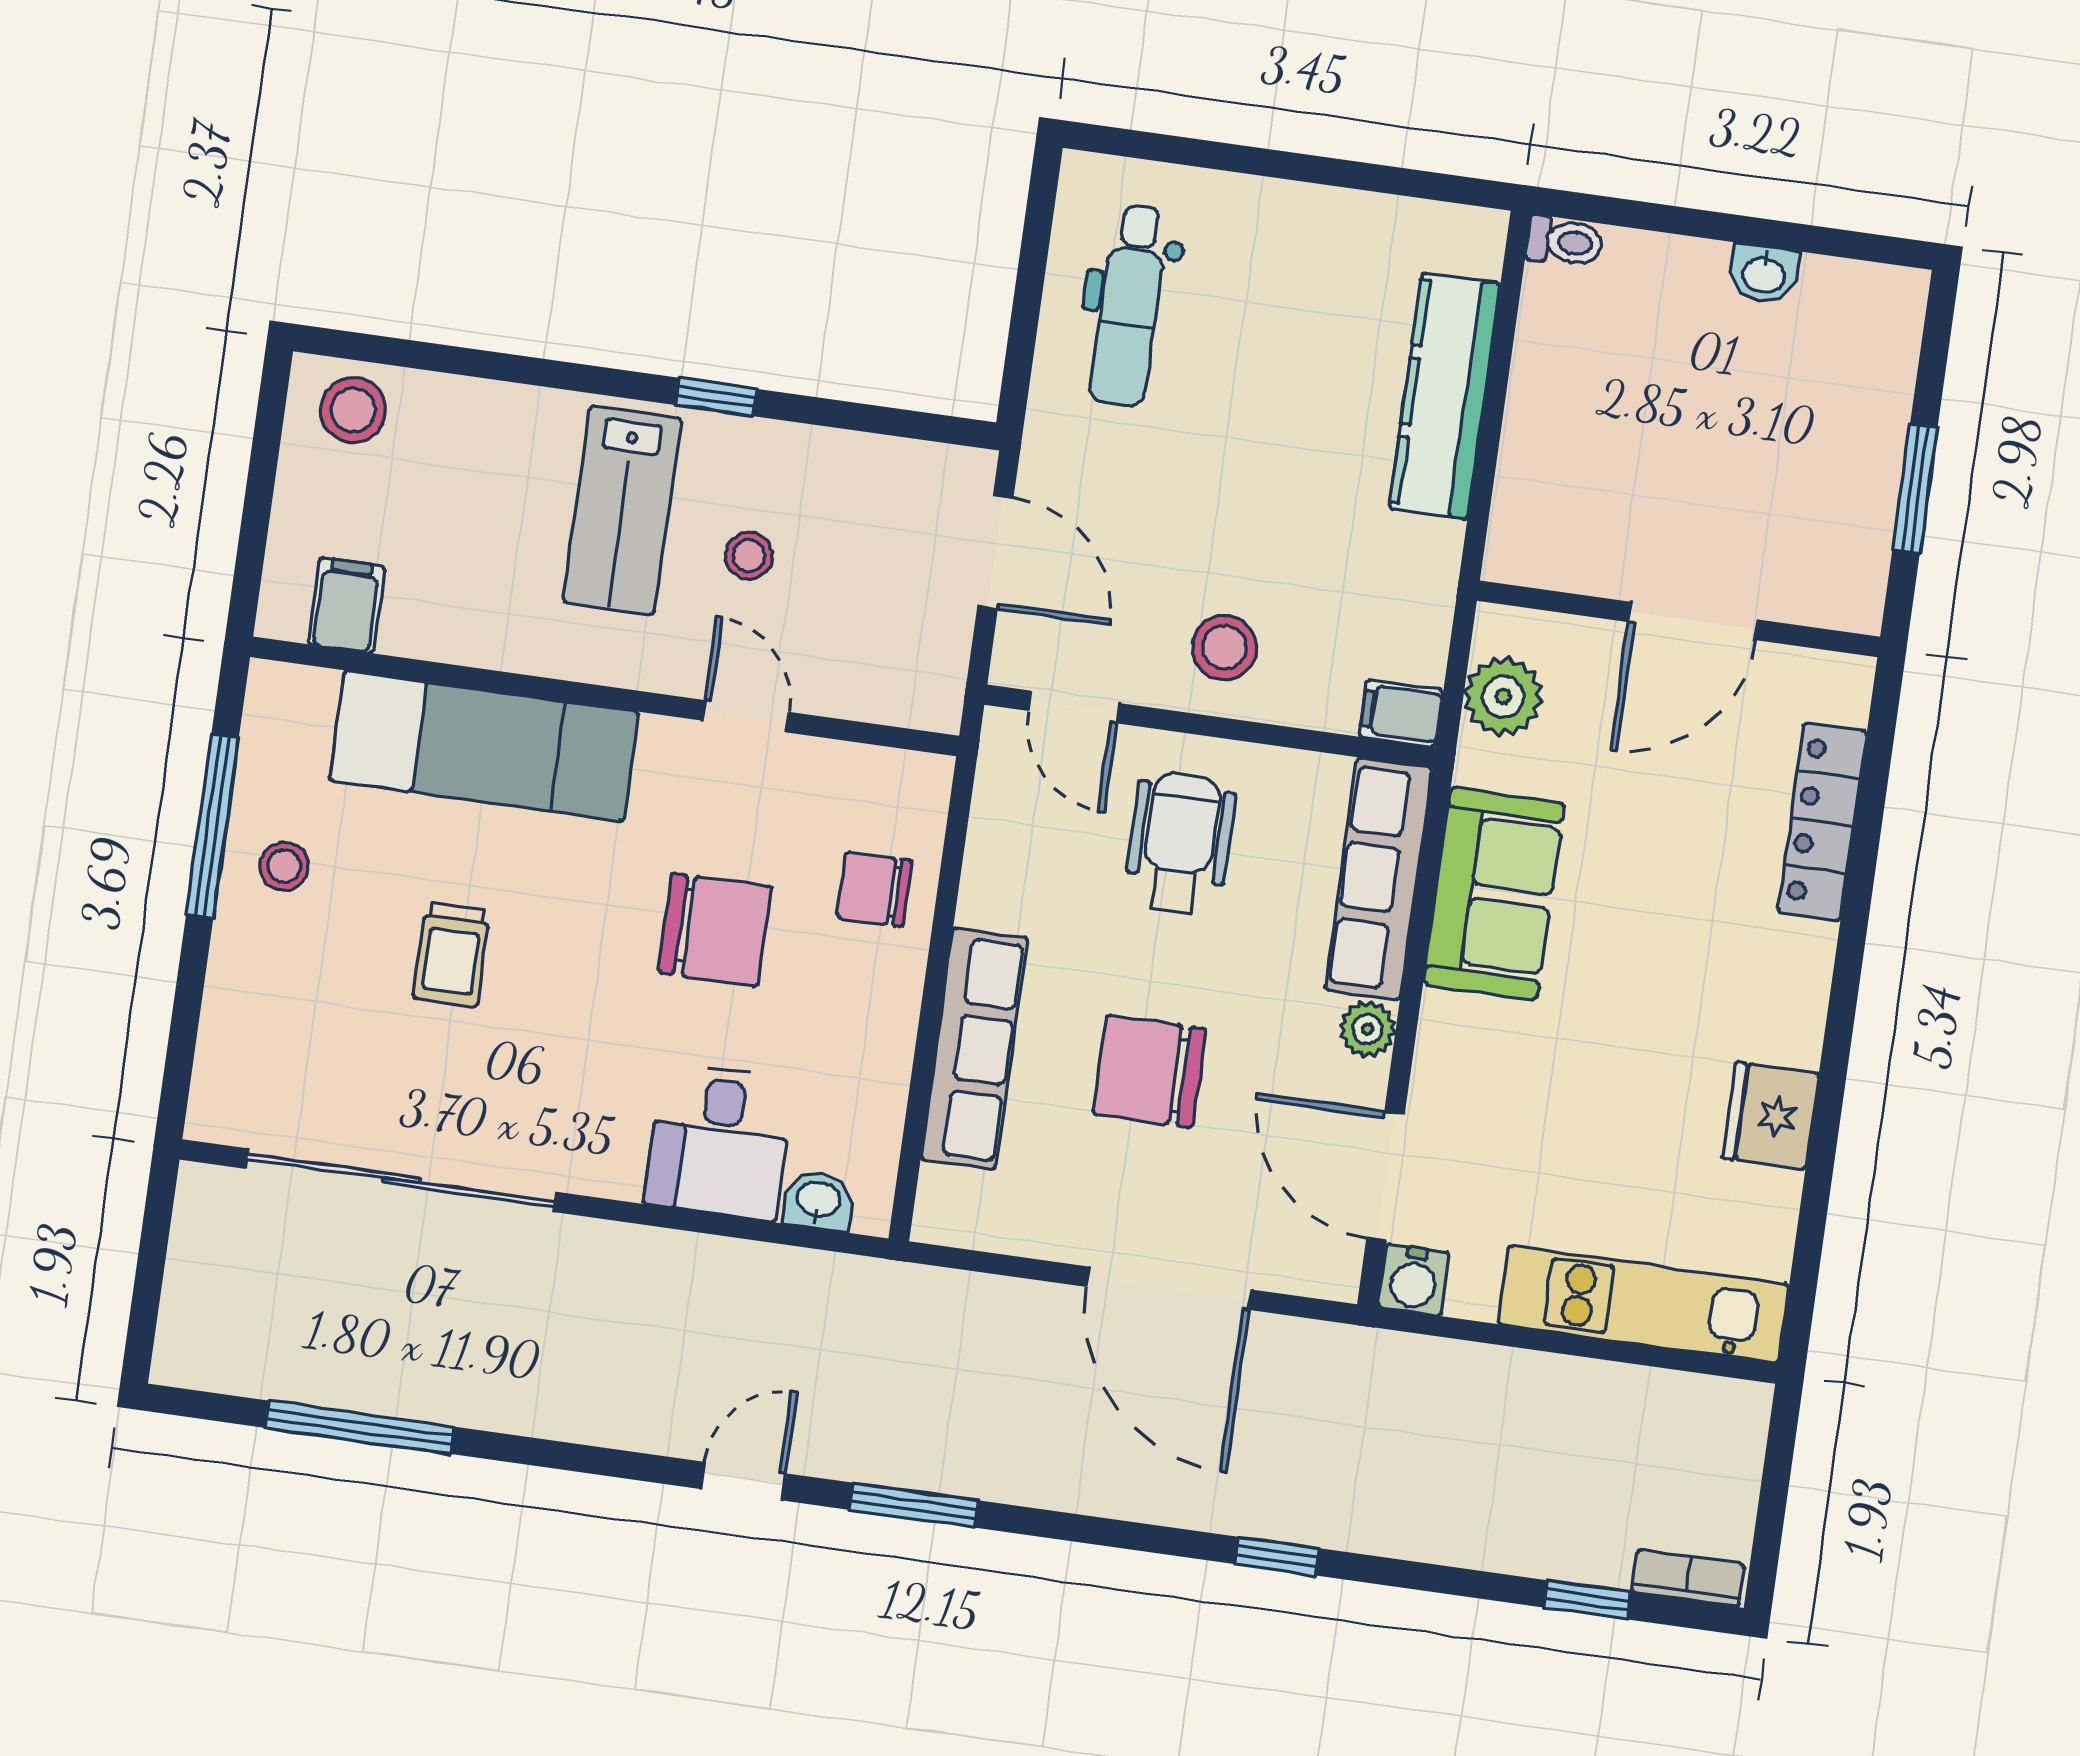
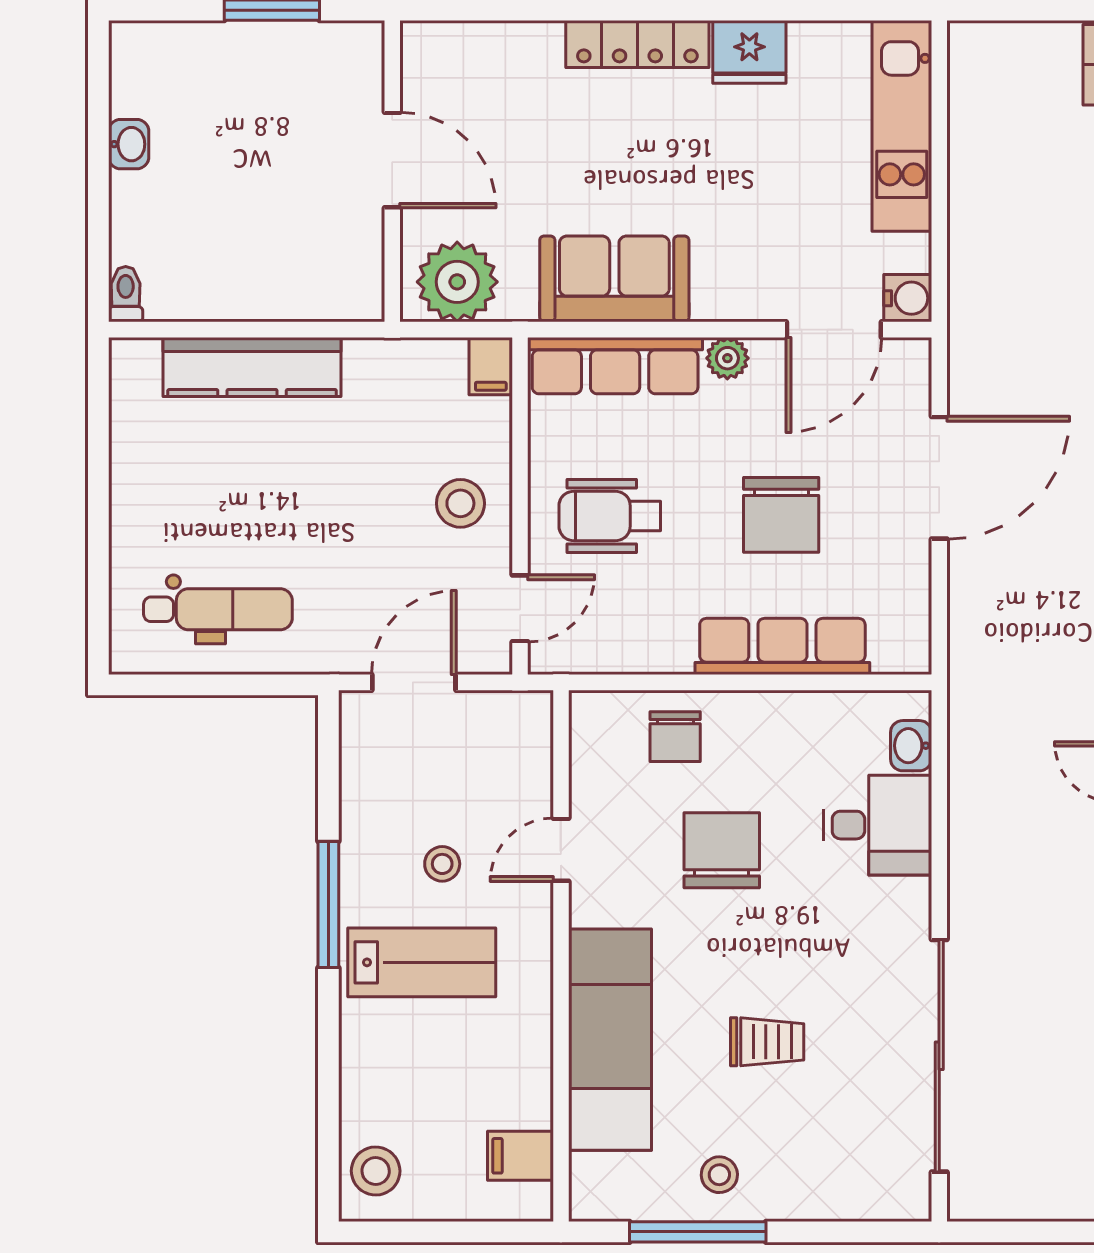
window: (716, 397) -> (328, 905), width x2.17
plant: (1503, 697) -> (457, 282), width x1.36, depth x1.36
locker: (1822, 822) -> (637, 44), moved

